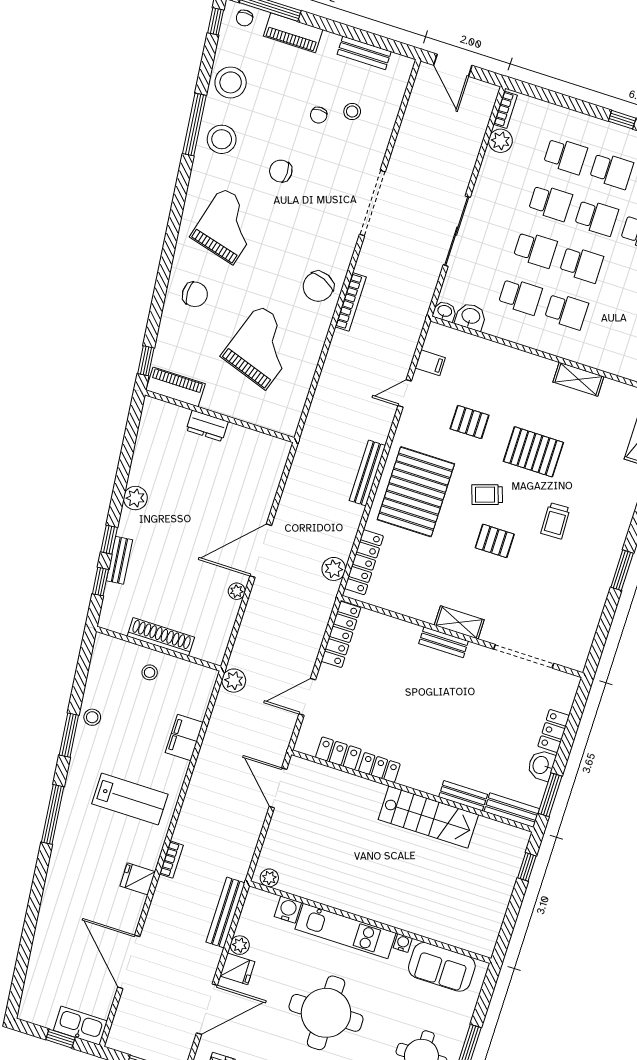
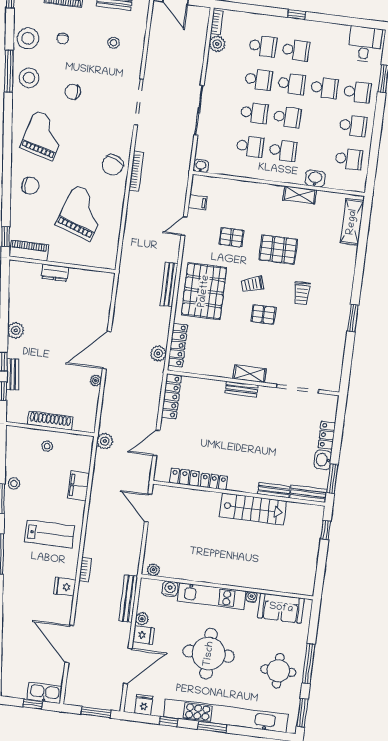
chair: (319, 115) -> (63, 39), moved
washbasin: (471, 317) -> (315, 178), moved

